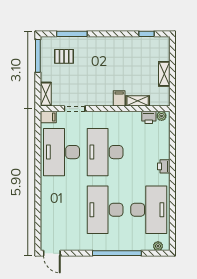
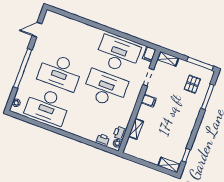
shelving: (164, 74) -> (169, 165), moved
filing cabinet: (119, 98) -> (149, 101), moved
printer: (164, 166) -> (103, 140), moved
desk: (105, 210) -> (60, 72), turned 180
door: (52, 253) -> (37, 30), moved

